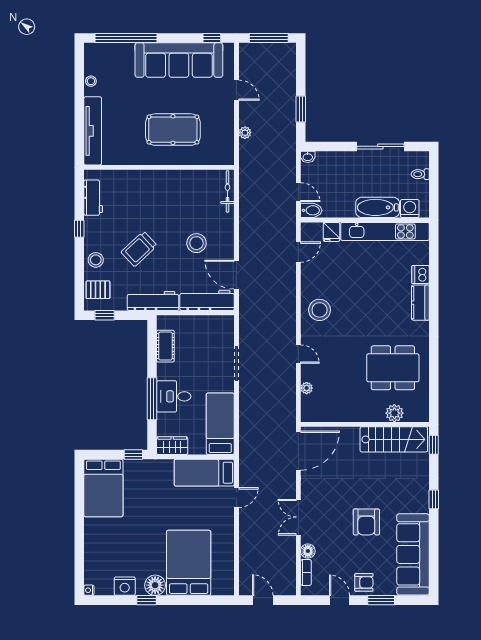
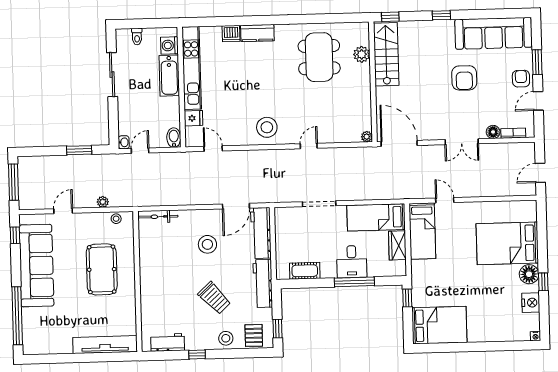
stool: (91, 81) -> (116, 219), moved
door: (298, 192) -> (140, 151), moved
plant: (307, 388) -> (367, 137), moved
wardrobe: (172, 446) -> (397, 245), moved
armchair: (366, 522) -> (464, 78), turned 90

